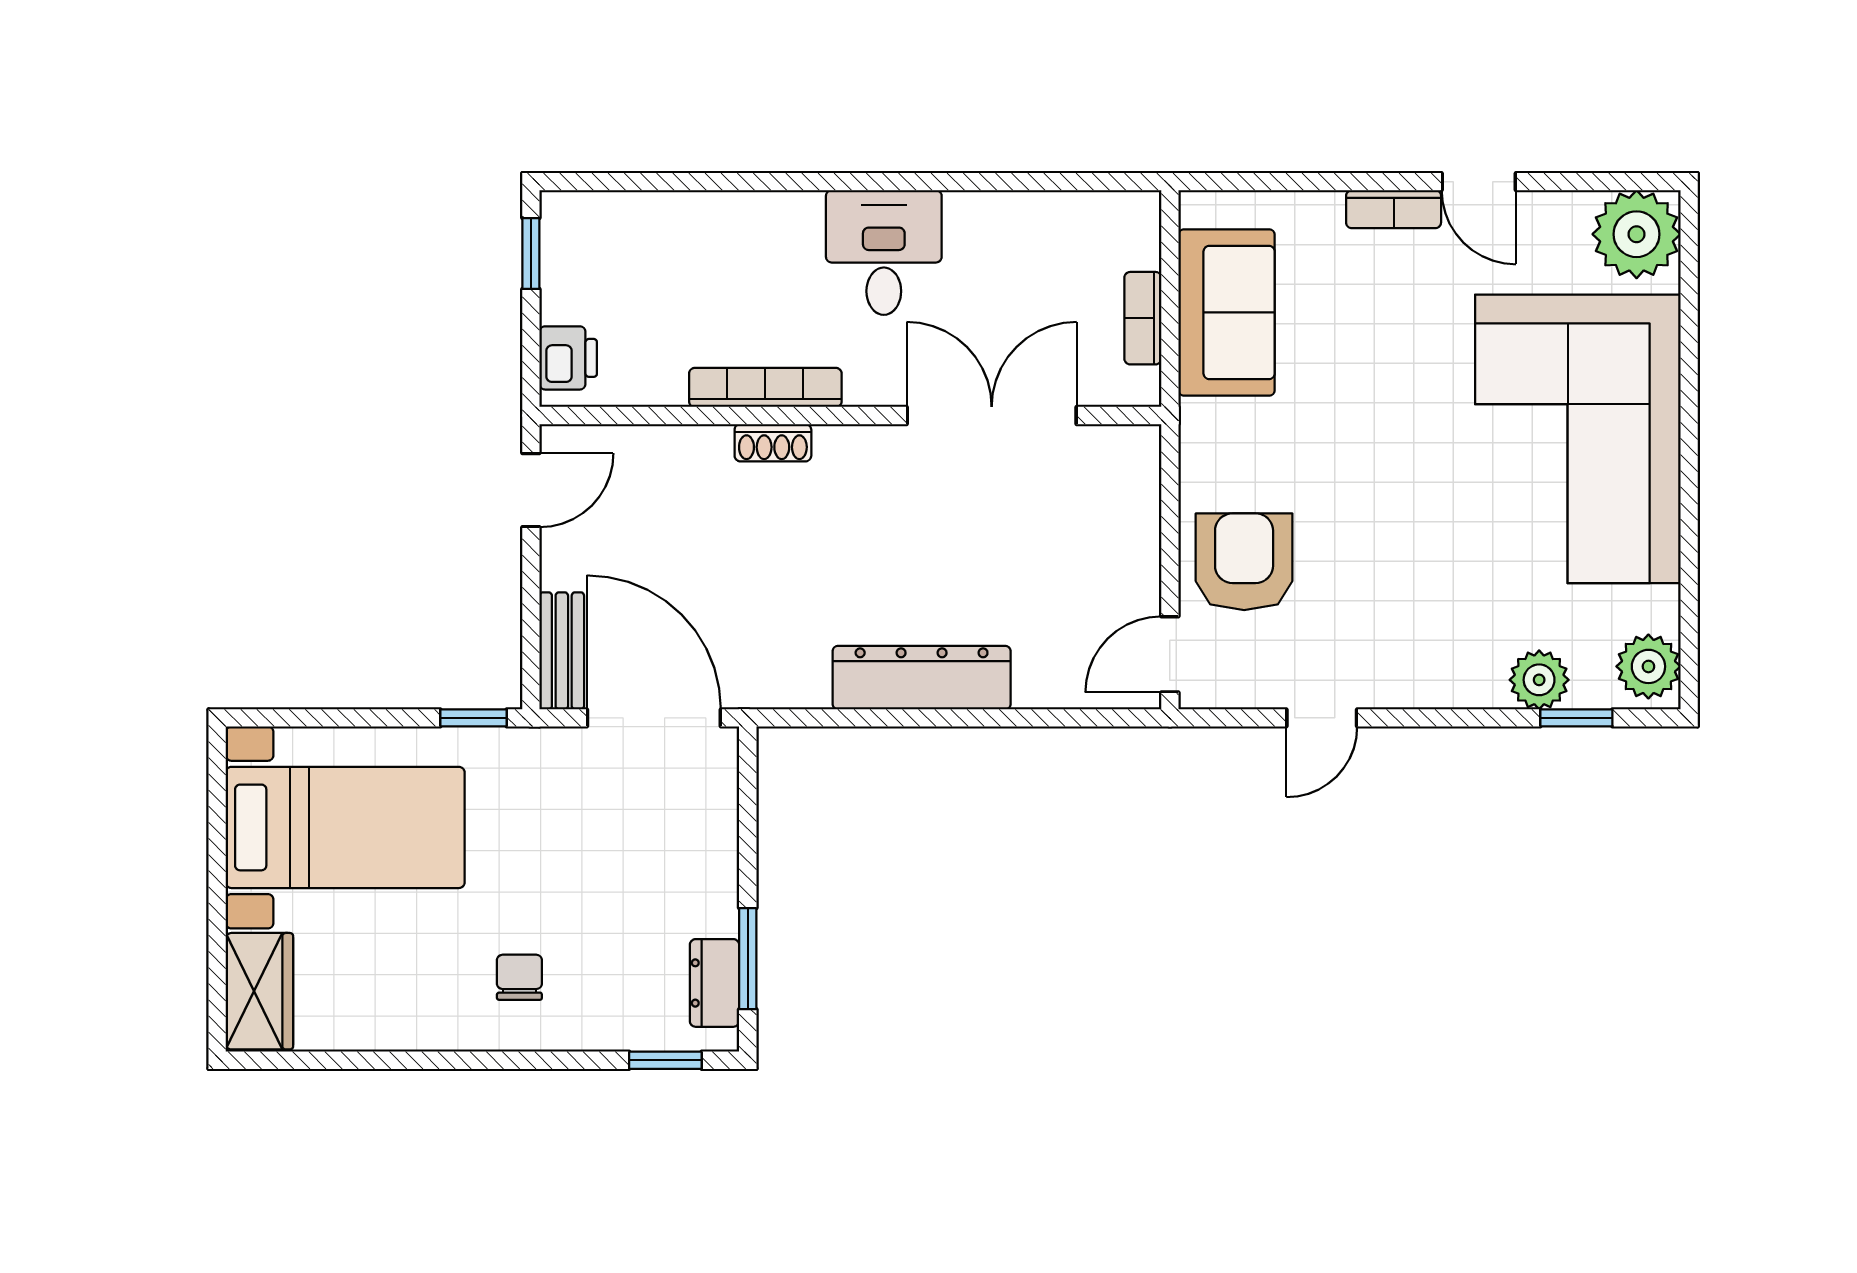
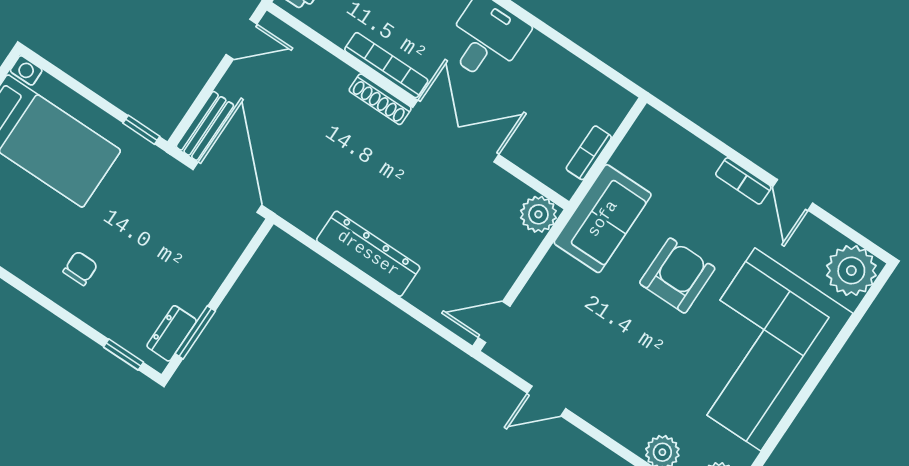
sofa: (1227, 312) -> (603, 219), moved
double door: (992, 416) -> (456, 131), moved
shoe rack: (773, 443) -> (380, 99), width x1.43
plant: (1130, 456) -> (538, 214), added
armchair: (1244, 562) -> (677, 276), moved

